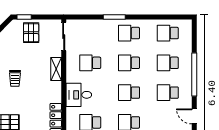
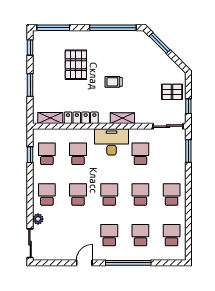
window: (24, 17) -> (188, 106), moved
window: (114, 17) -> (188, 151), moved
shelving: (56, 69) -> (122, 118), moved
trolley: (15, 78) -> (114, 82), moved
desk: (79, 95) -> (111, 142), width x1.37

